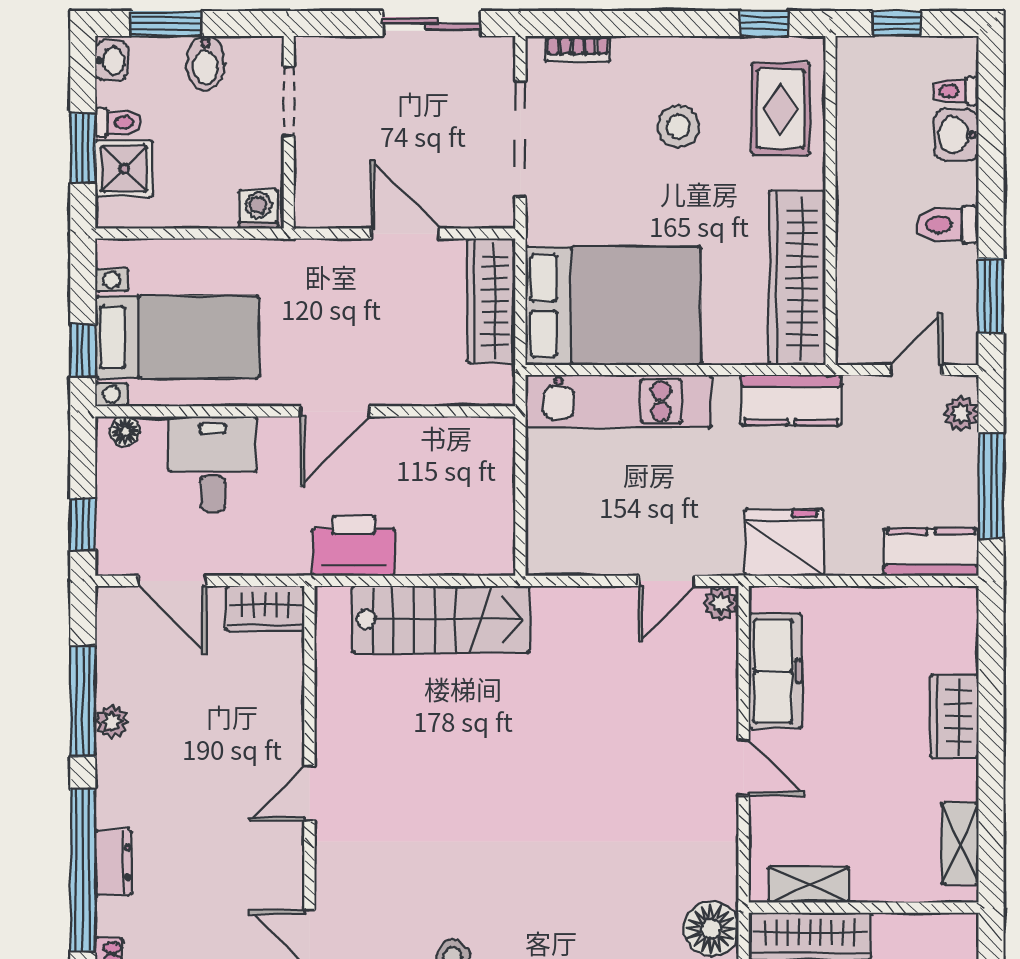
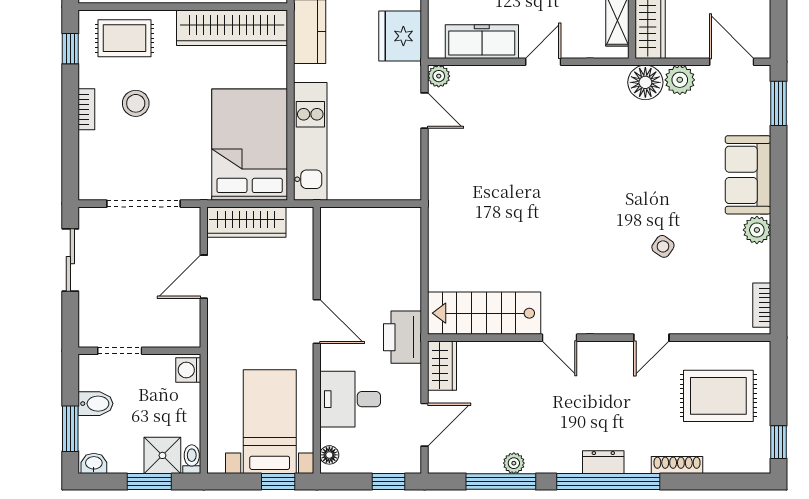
bookcase: (578, 49) -> (86, 109), moved
toilet: (118, 122) -> (192, 459), moved
printer: (354, 546) -> (402, 337), moved
stairs: (441, 619) -> (484, 313), moved, turned -90

